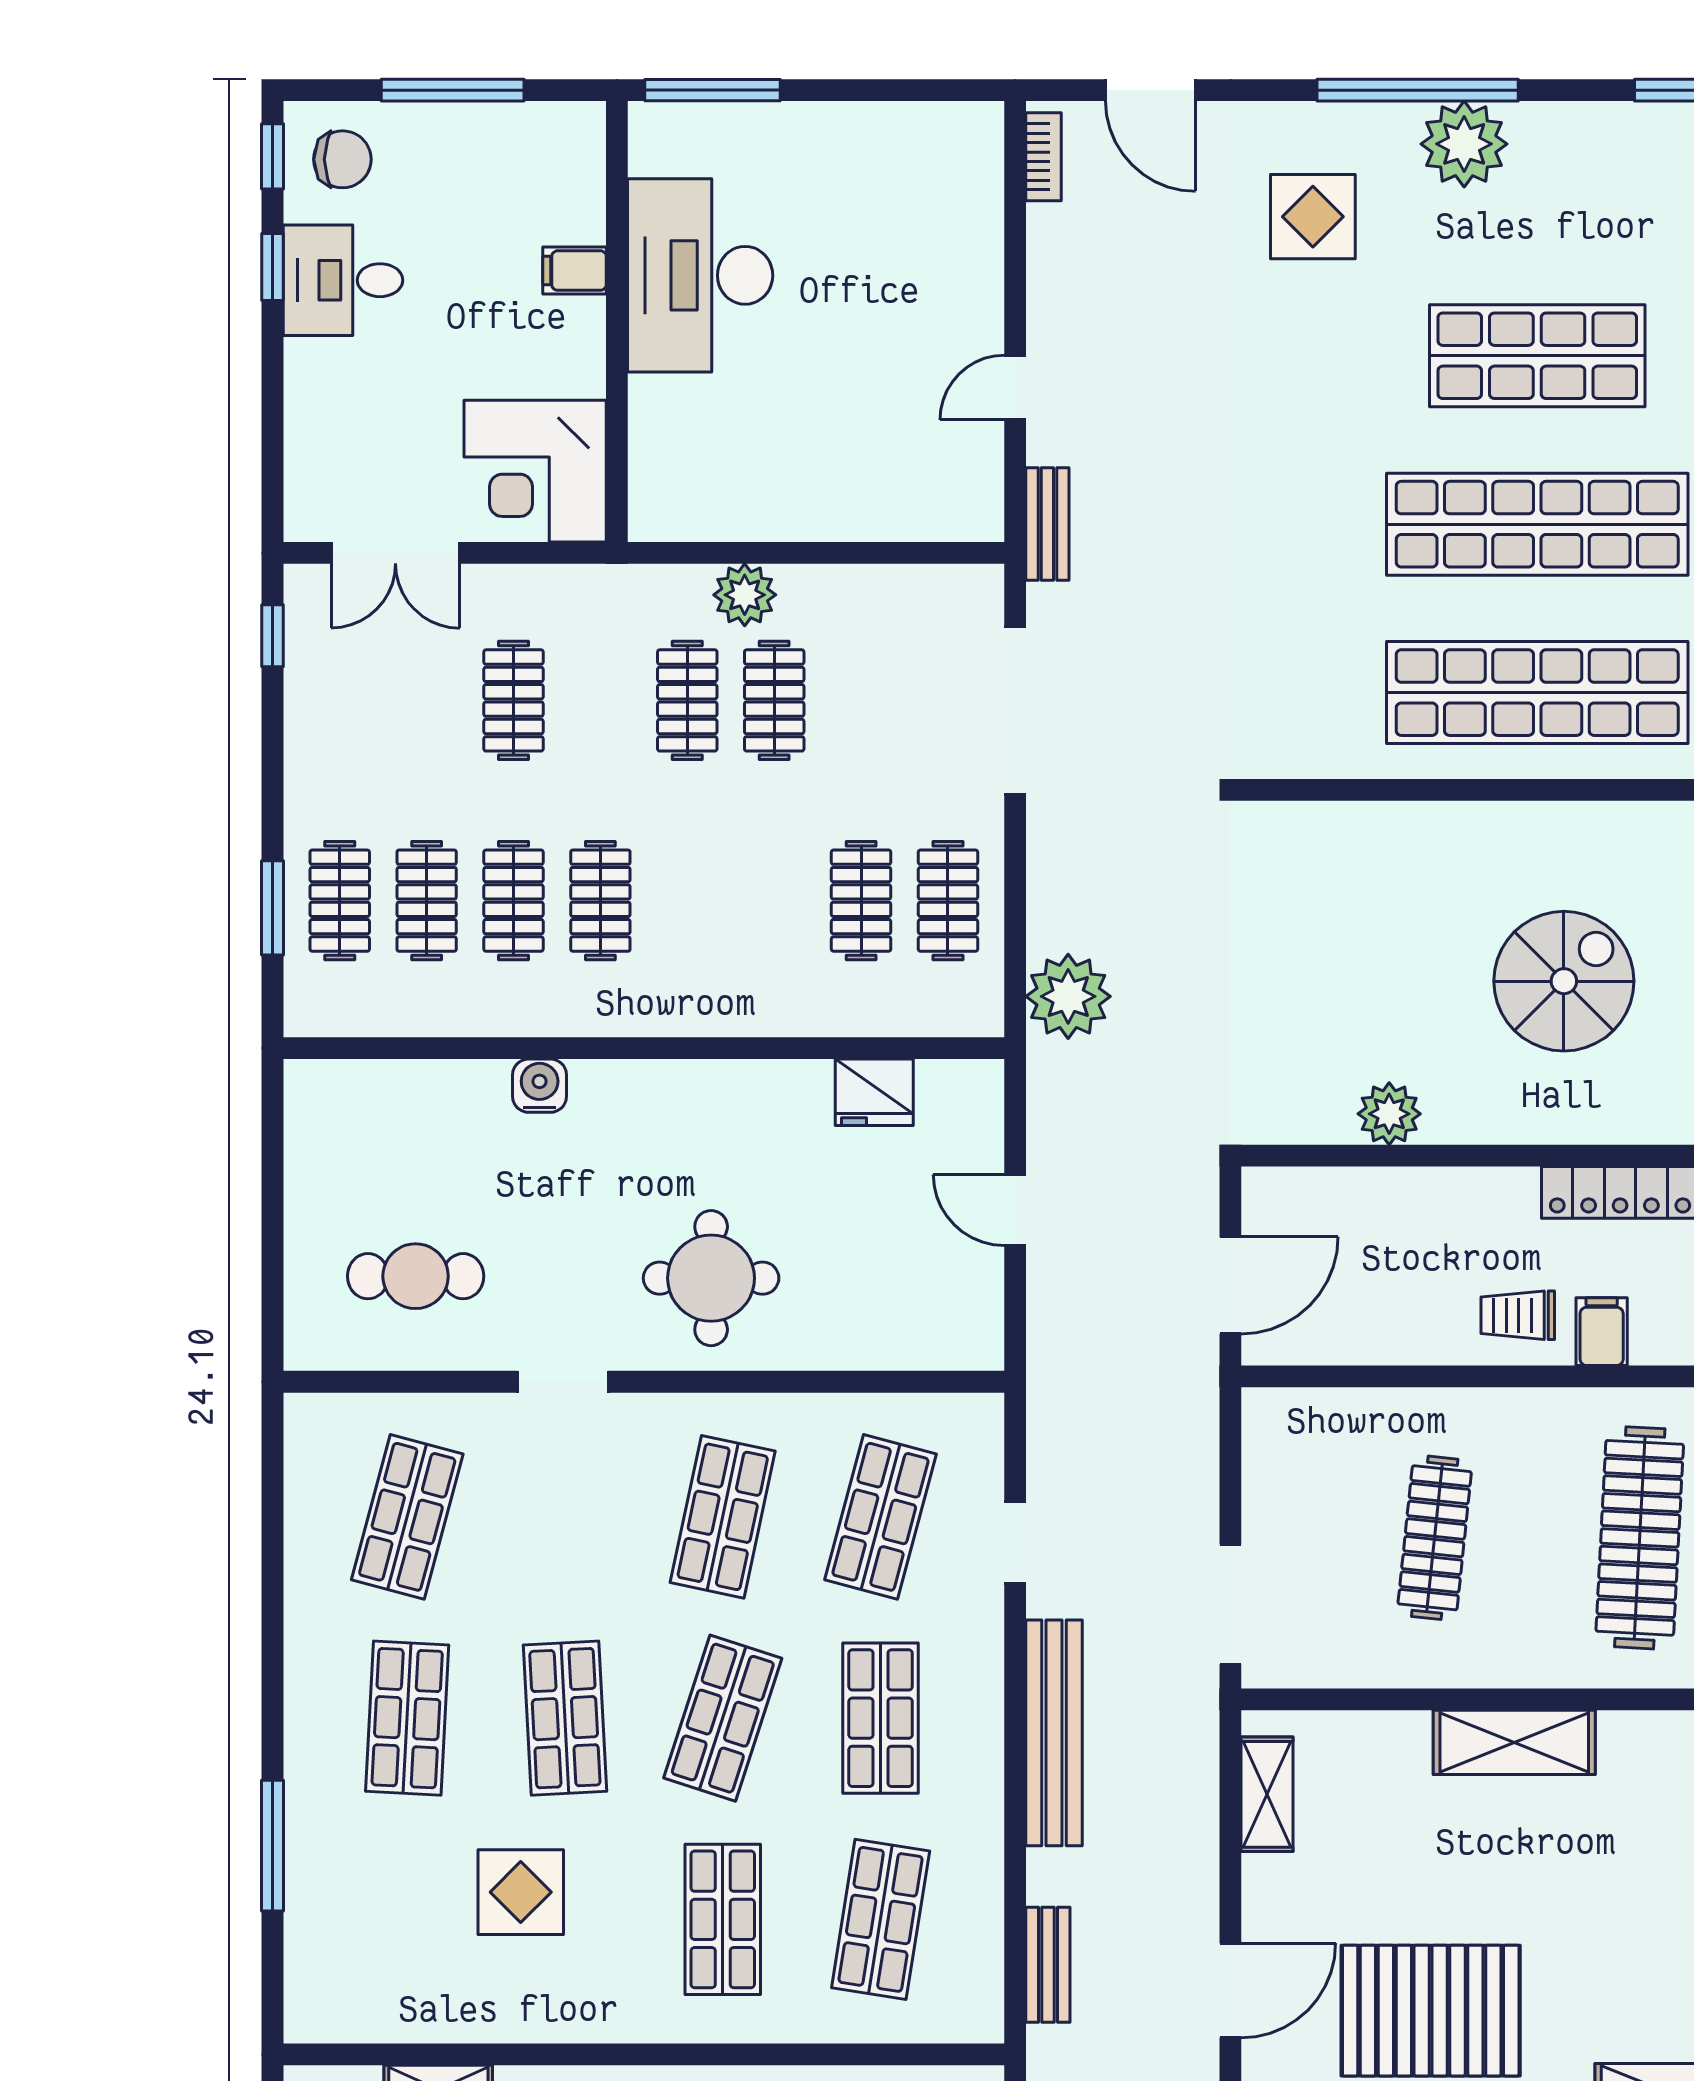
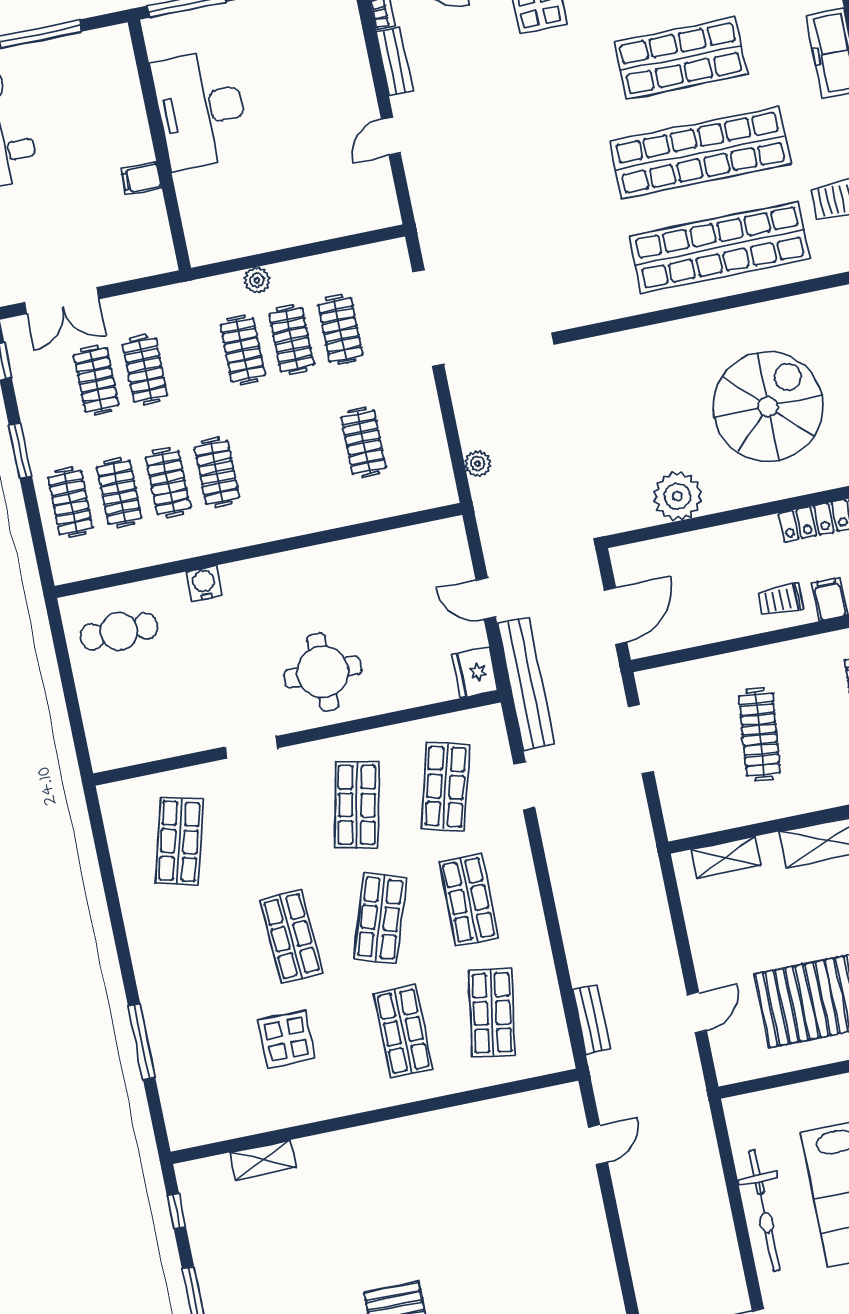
filing cabinet: (575, 271) -> (141, 178), moved
corner desk: (535, 471) -> (131, 239), removed
bench: (1047, 524) -> (395, 62), moved
plant: (745, 595) -> (257, 280), width x0.73, depth x0.73
clothes rail: (427, 700) -> (96, 380), added
clothes rail: (948, 901) -> (340, 330), moved
window: (273, 908) -> (20, 451), moved
spiral stairs: (1564, 981) -> (768, 407), width x1.37, depth x1.37
plant: (1068, 996) -> (478, 464), width x0.53, depth x0.53
fridge: (874, 1092) -> (475, 672), moved, turned 90
plant: (1389, 1114) -> (677, 496), width x1.36, depth x1.36
cafe table: (416, 1276) -> (119, 631), moved
doorway: (1230, 1604) -> (641, 739), moved
shop shelf: (407, 1718) -> (203, 954), removed
bench: (1054, 1733) -> (526, 684), moved
shelving: (1267, 1794) -> (726, 857), moved, turned 90
door: (1230, 1990) -> (697, 1013), width x0.73

